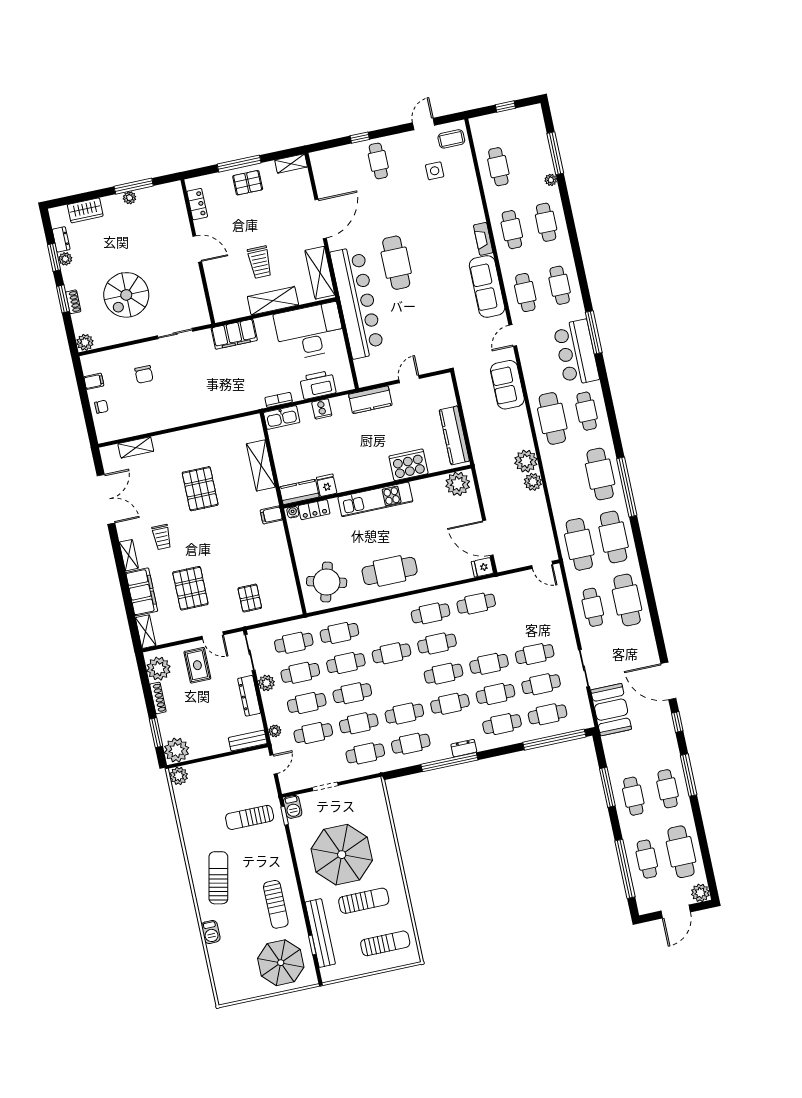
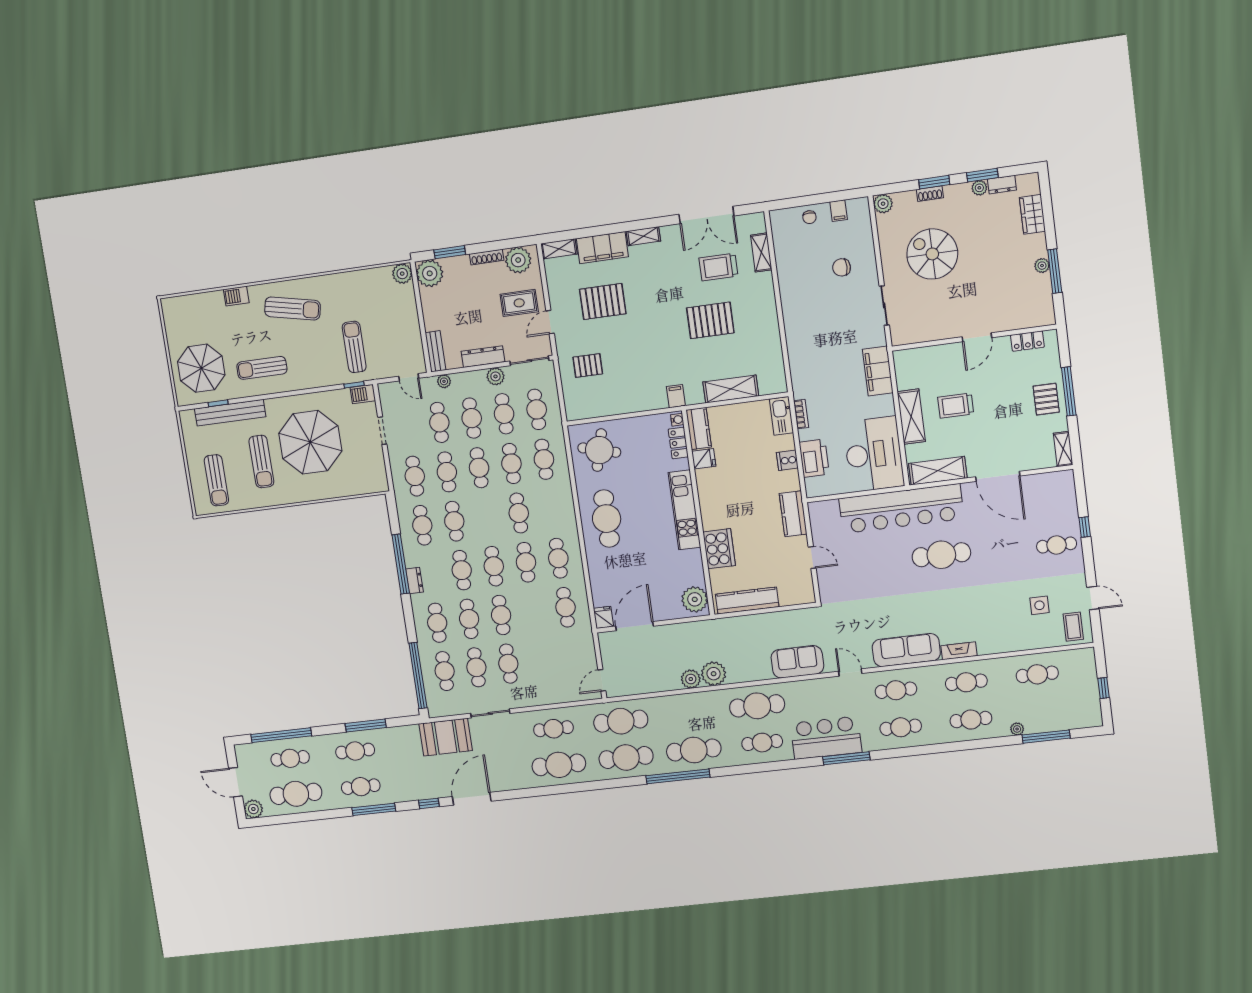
trolley: (162, 537) -> (718, 267), moved, width x1.36, depth x1.39

